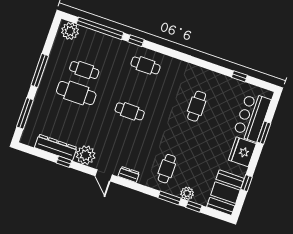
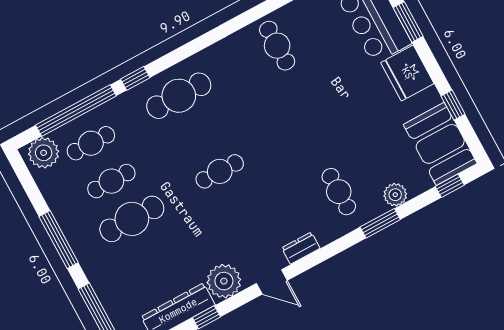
cafe table: (92, 47) -> (91, 143), added
cafe table: (145, 65) -> (179, 96), width x1.37, depth x1.35
cafe table: (197, 106) -> (277, 46), moved
window: (194, 206) -> (450, 186), moved

